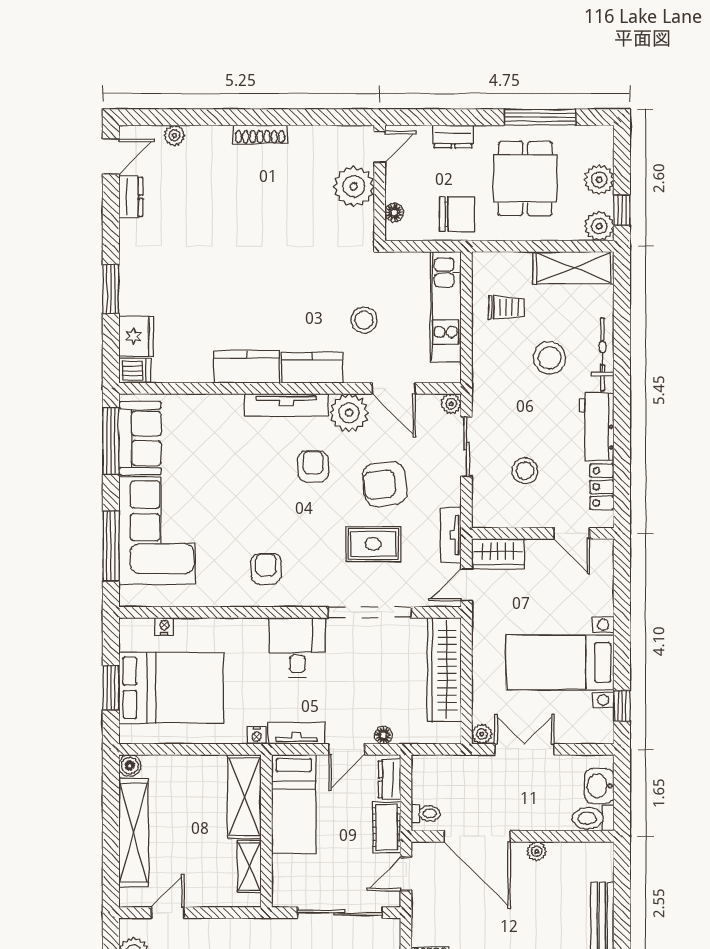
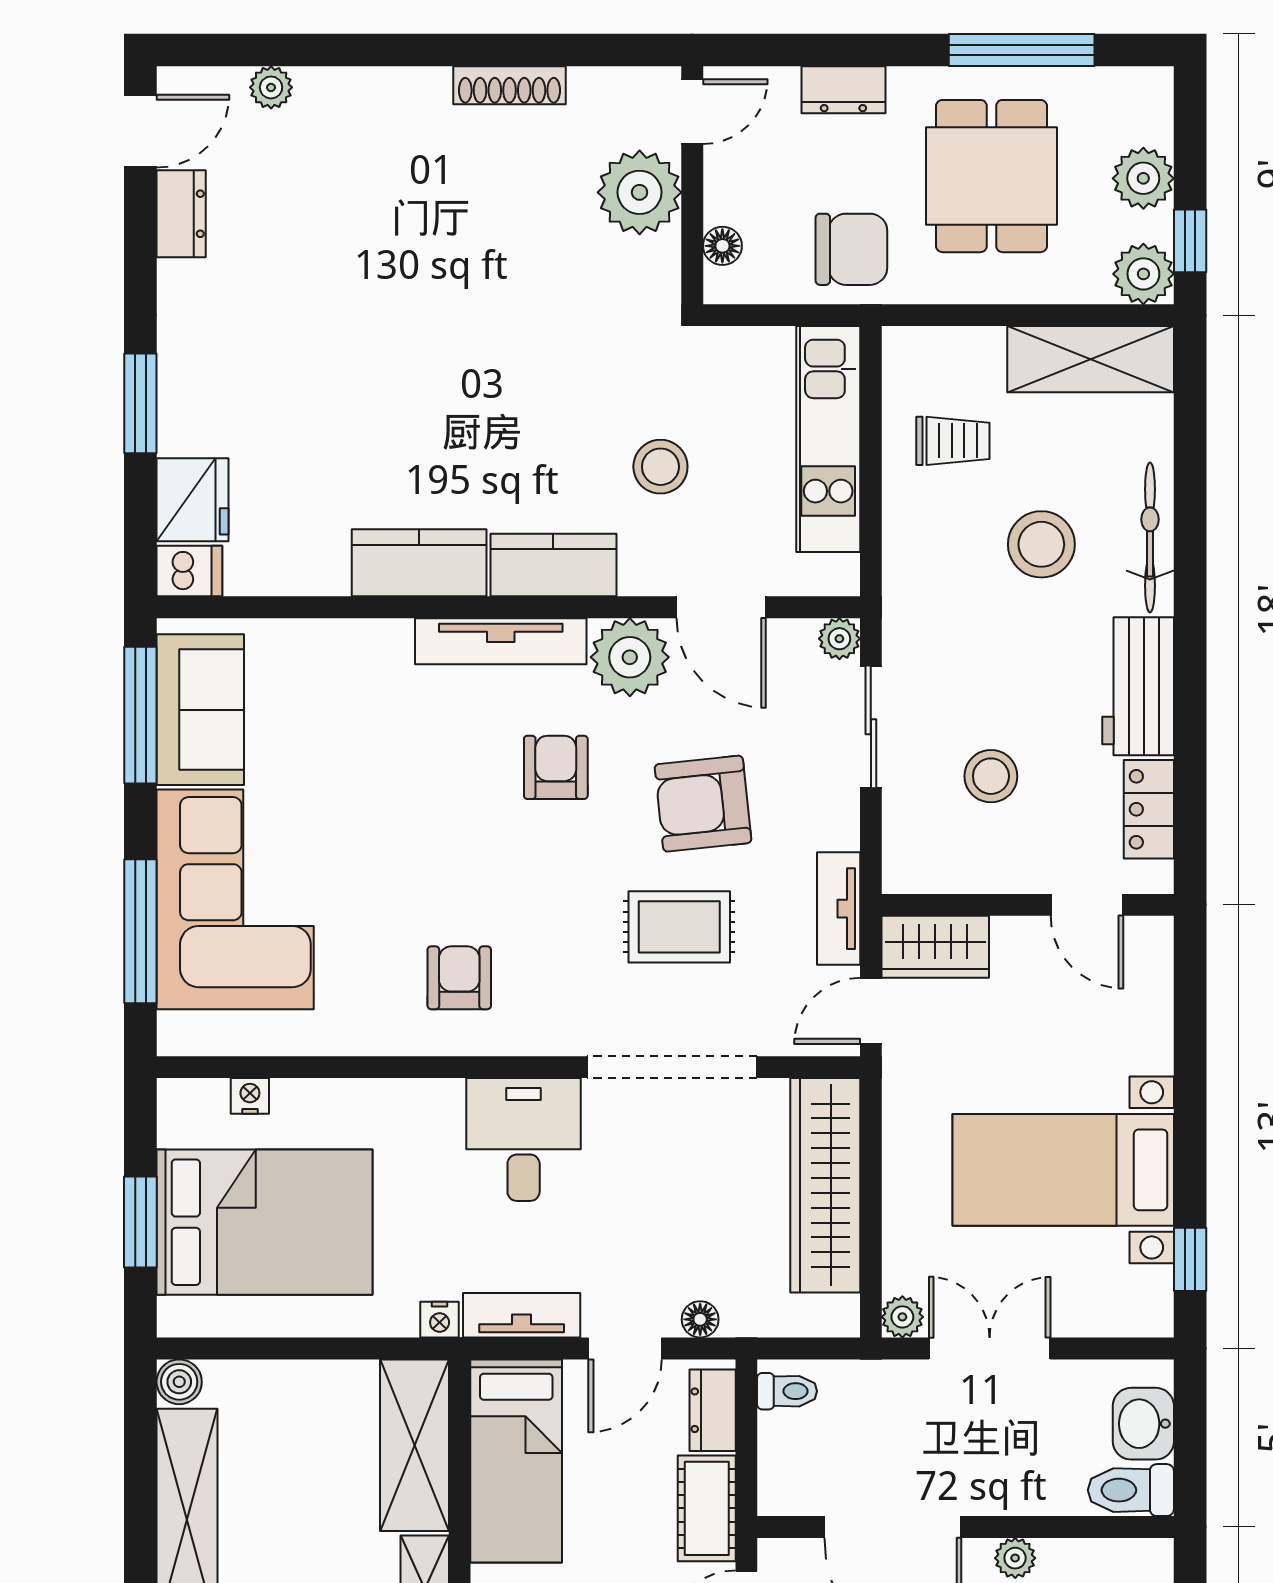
shoe rack: (260, 134) -> (510, 85), moved
toilet: (426, 813) -> (787, 1391), moved

